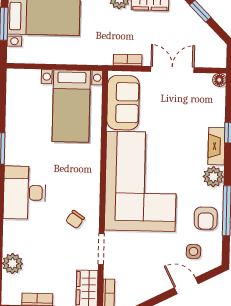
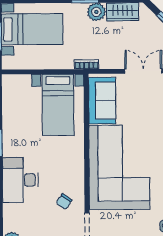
bookcase: (128, 60) -> (87, 64), moved

